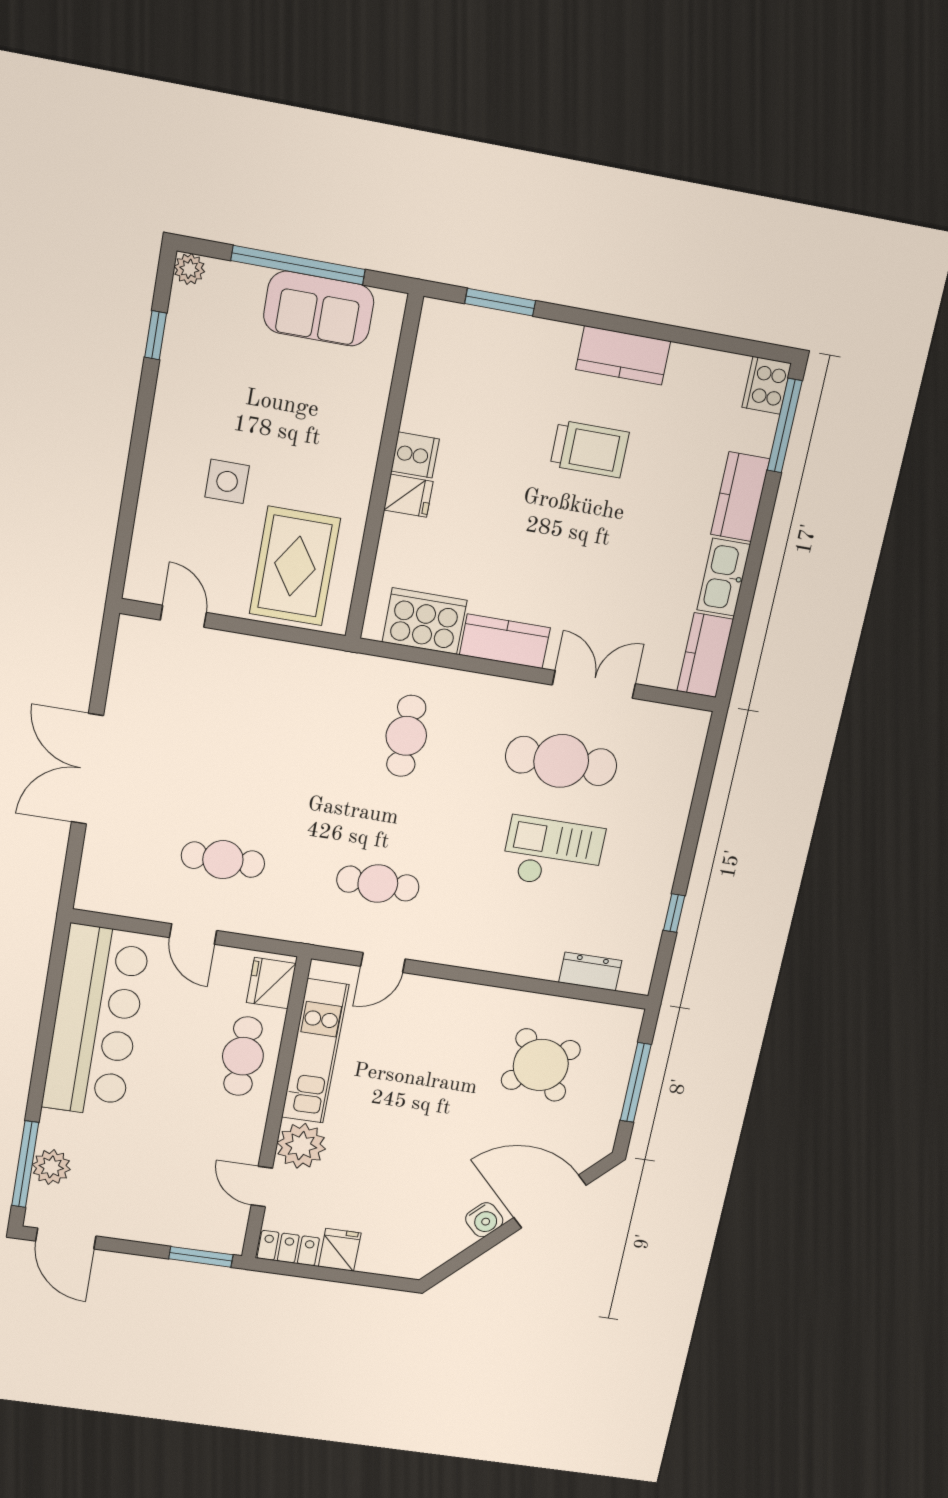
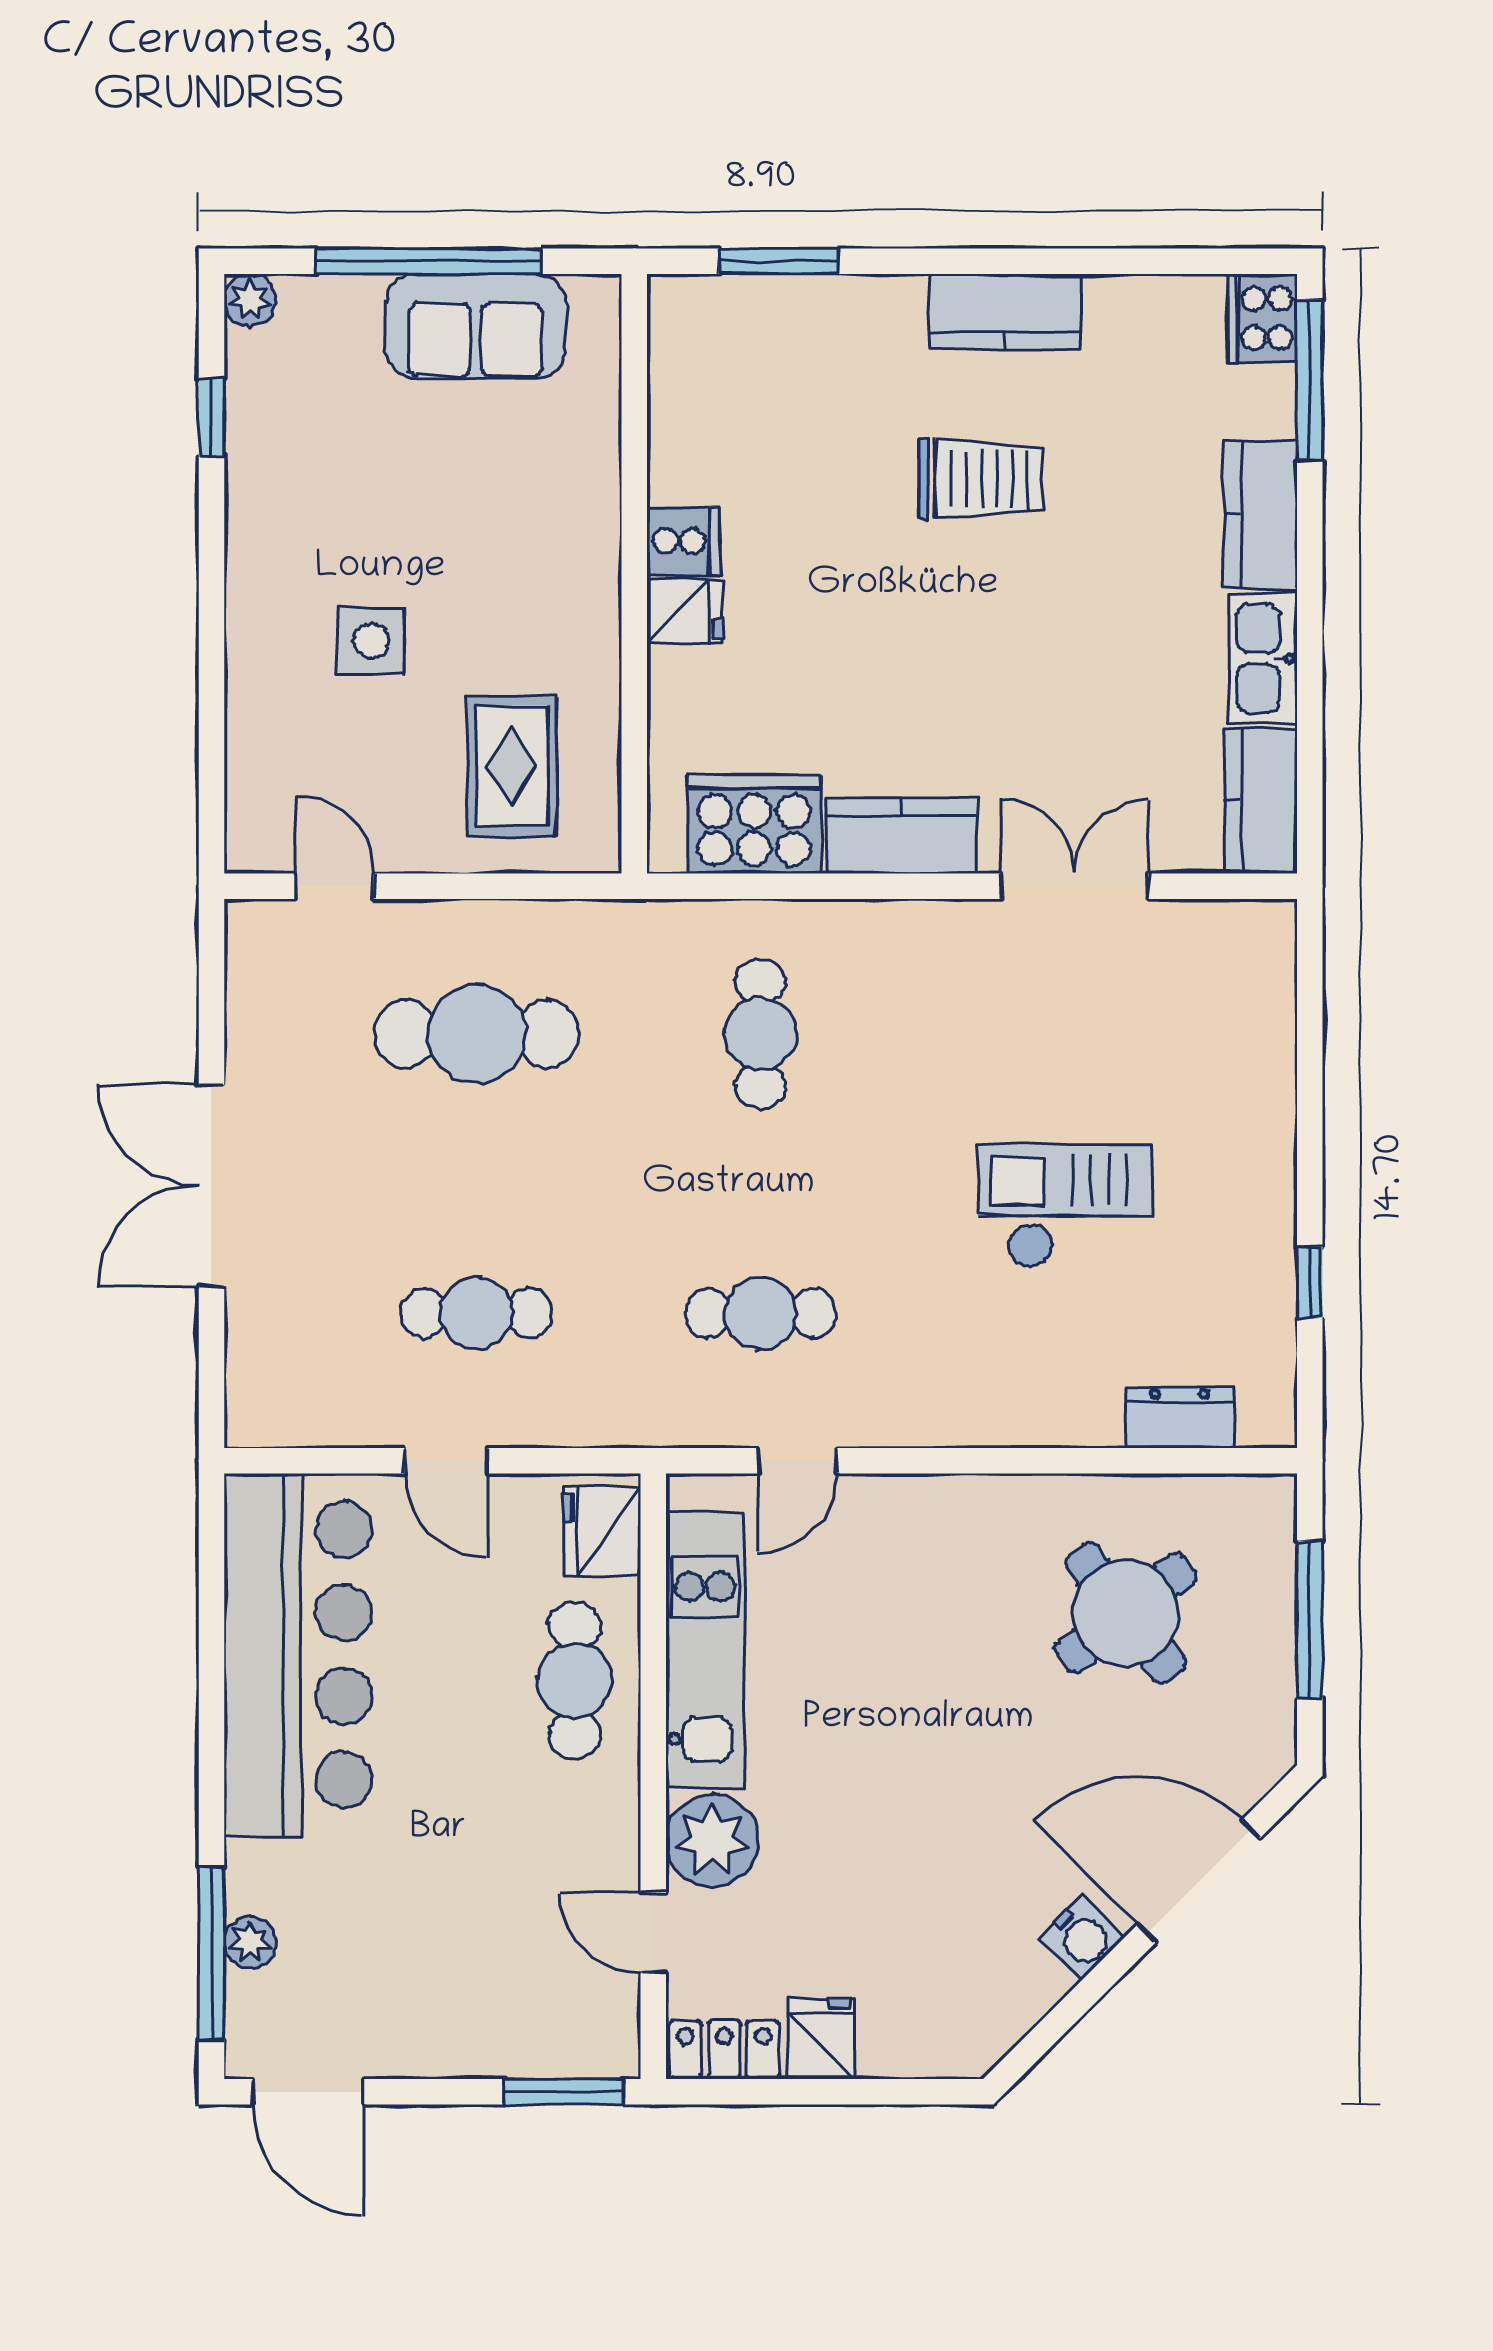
rug: (295, 566) -> (512, 766), width x0.73, depth x0.70
cafe table: (561, 761) -> (476, 1034), moved
plant: (51, 1167) -> (250, 1942), width x0.73, depth x0.73

